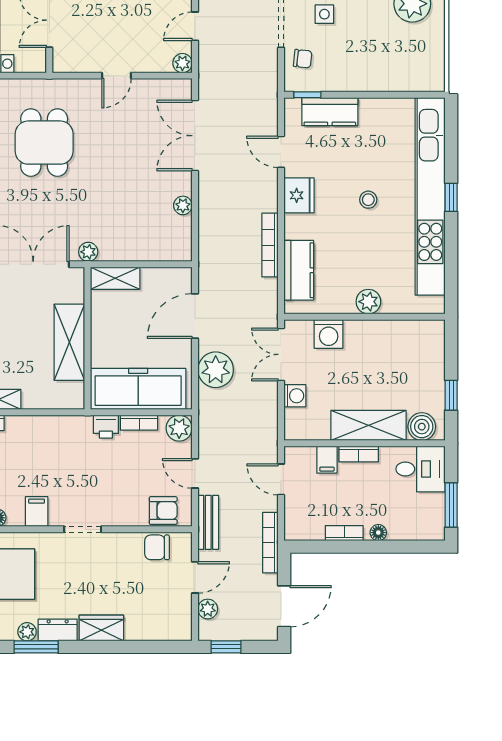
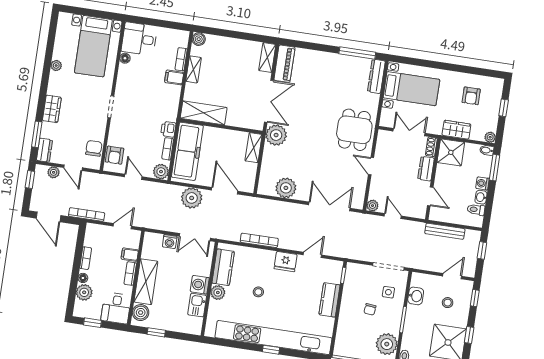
chair: (303, 59) -> (370, 309), moved
kitchen counter: (330, 112) -> (329, 300), moved
dining table: (44, 143) -> (354, 130), moved, turned 90
stool: (368, 200) -> (258, 292), moved
plant: (183, 205) -> (286, 188), width x1.88, depth x1.88
plant: (88, 252) -> (276, 135), width x1.88, depth x1.88
kitchen counter: (299, 270) -> (223, 267), moved, turned -90
kitchen sink: (395, 333) -> (197, 305), added
washing machine: (329, 334) -> (200, 285), moved
shelving: (69, 342) -> (204, 113), moved
double door: (281, 354) -> (195, 237), swing flipped
door: (195, 473) -> (133, 177), hinge flipped
window: (451, 505) -> (93, 323), width x0.67
filing cabinet: (37, 512) -> (174, 77), moved, turned 180
bench: (208, 522) -> (104, 180), removed
plant: (402, 527) -> (84, 292), added
dresser: (58, 630) -> (44, 150), moved
window: (36, 647) -> (37, 134), moved

